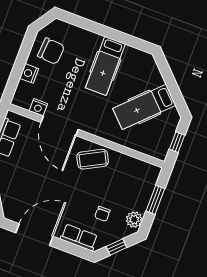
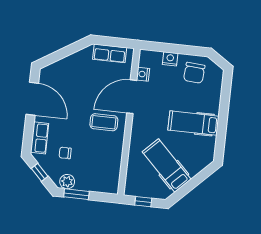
coffee table: (93, 159) -> (104, 122), moved, turned -62
window: (155, 200) -> (76, 194), moved

